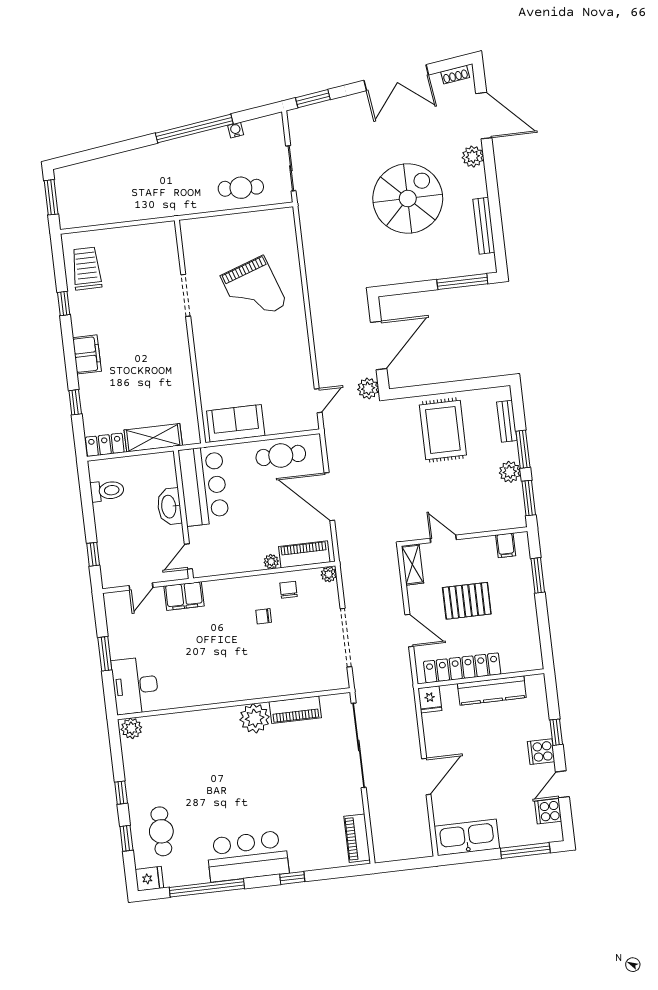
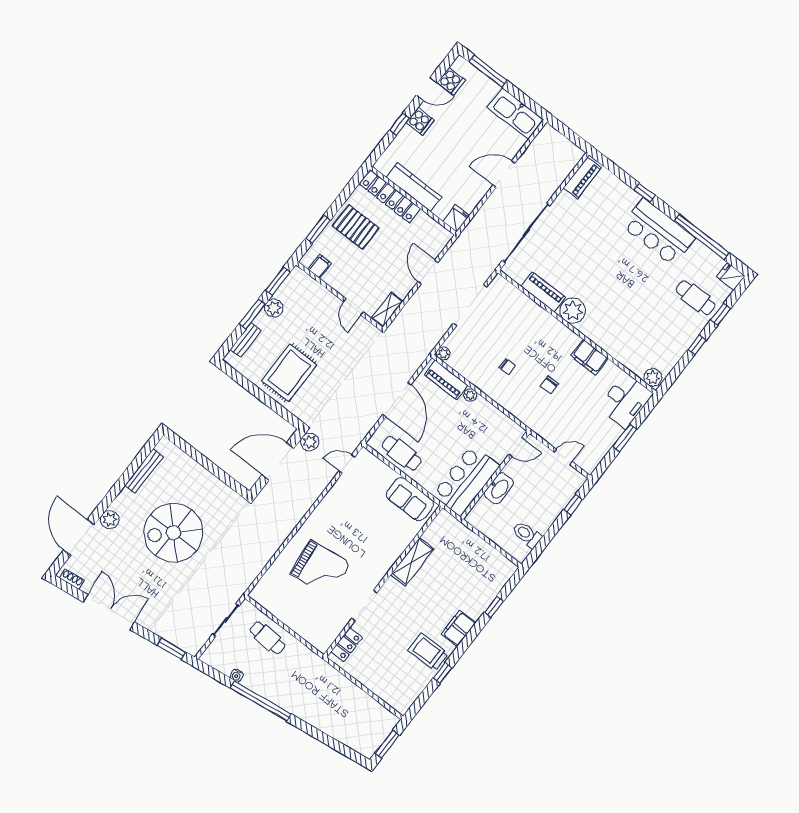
trolley: (86, 269) -> (428, 652), moved, turned 90
window: (462, 282) -> (190, 450), removed
grand piano: (254, 290) -> (320, 569), turned 102
shelving: (153, 438) -> (412, 562), moved, turned 90
locker: (105, 445) -> (347, 645), moved, turned -90
chair: (288, 590) -> (549, 385), moved
filing cabinet: (184, 596) -> (589, 357), moved, turned 180
pallet: (467, 601) -> (356, 227), moved
locker: (462, 668) -> (390, 196), moved
cafe table: (161, 831) -> (696, 298), turned 90

